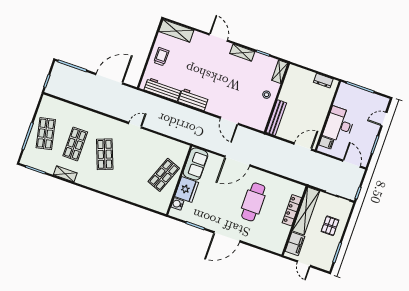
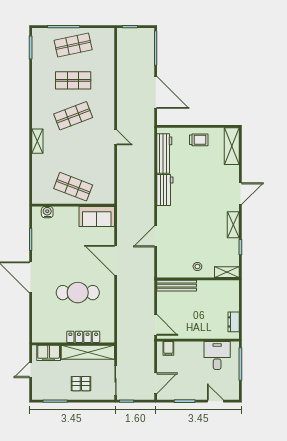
desk: (339, 125) -> (217, 355), moved, width x0.73
shelving: (65, 174) -> (37, 141), moved
fridge: (187, 190) -> (66, 217), removed

